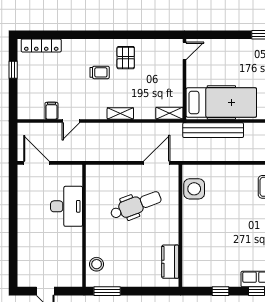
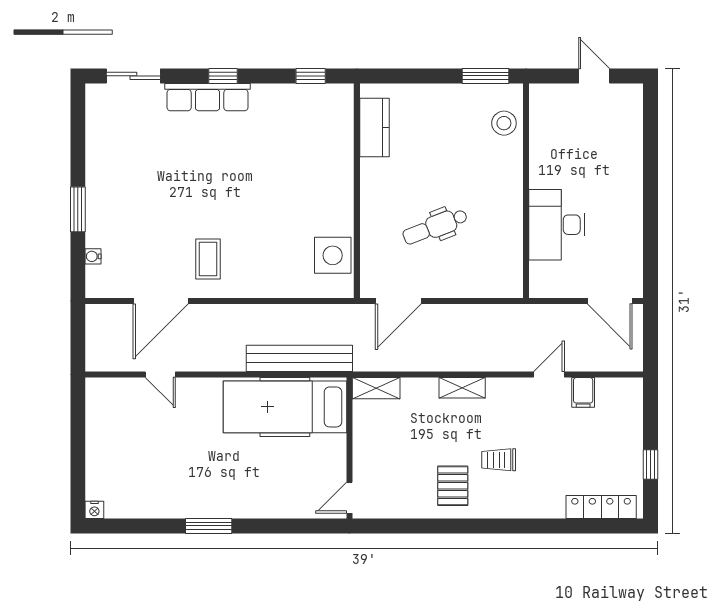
dental chair: (136, 205) -> (435, 227), width x0.73, depth x0.72
window: (220, 291) -> (311, 76), moved

